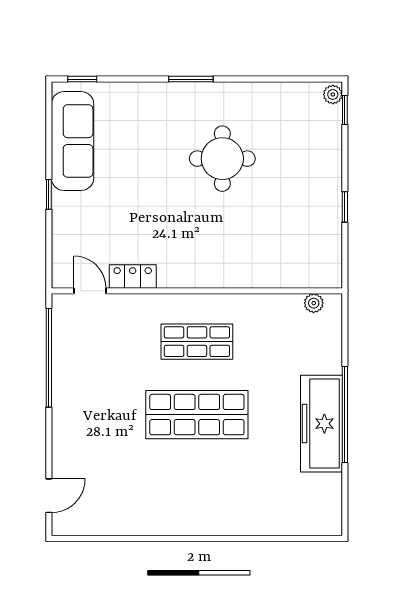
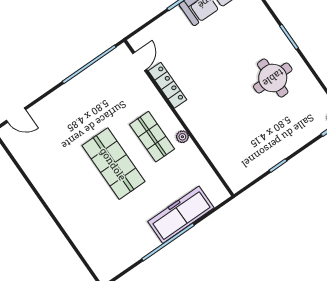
round table: (222, 159) -> (273, 78), moved
locker: (133, 276) -> (167, 85), width x1.53
plant: (314, 303) -> (182, 137), moved
freezer: (322, 424) -> (181, 215), moved

